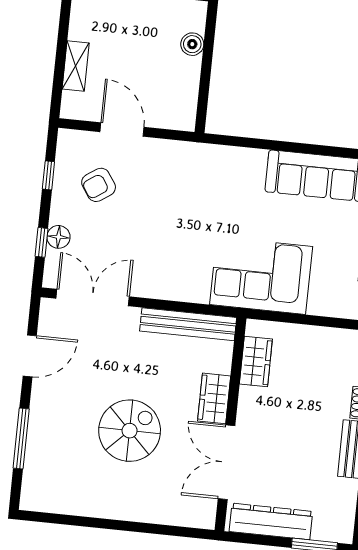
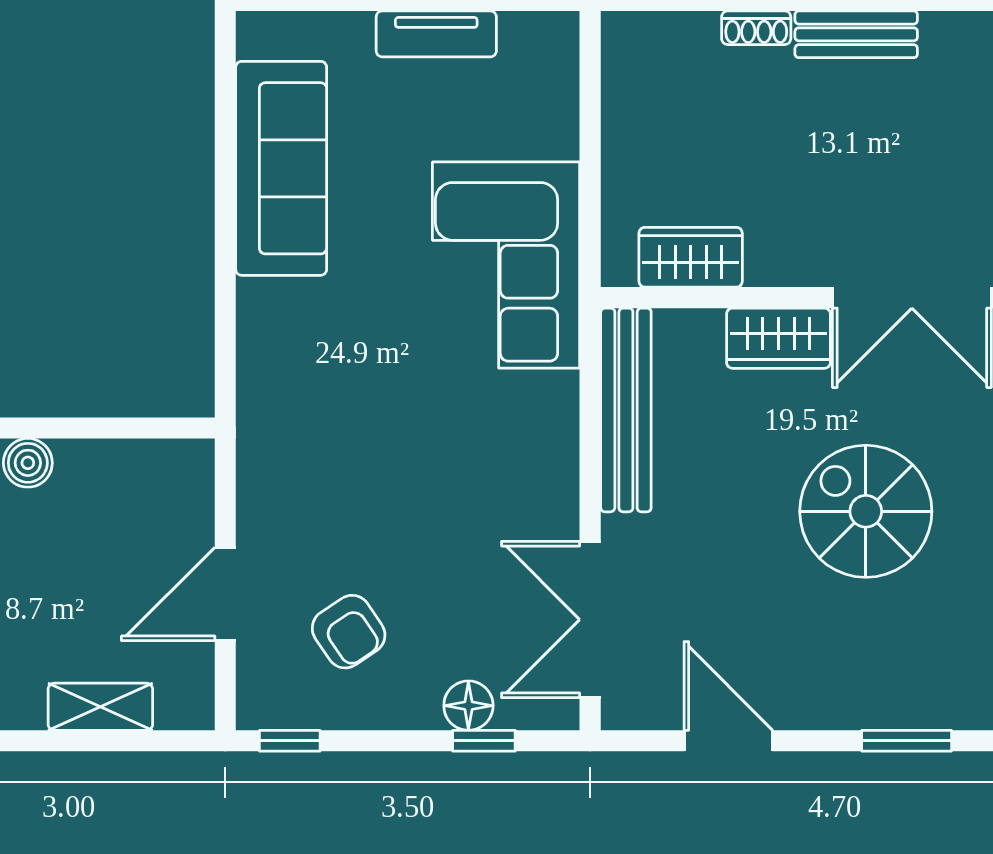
window: (48, 175) -> (290, 741), moved
window: (21, 439) -> (907, 741), width x0.69

